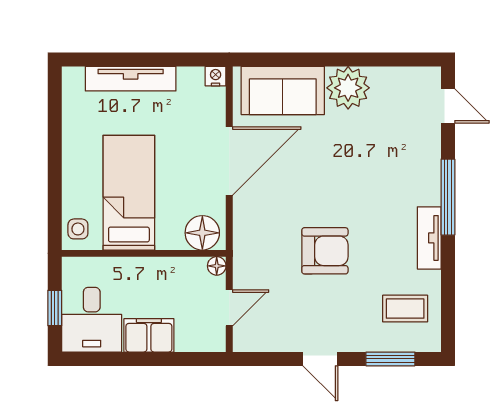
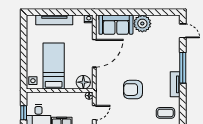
armchair: (325, 251) -> (133, 90), turned 180

